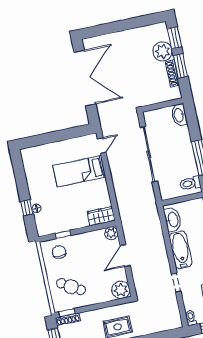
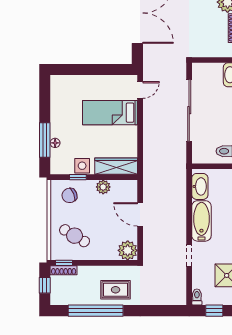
window: (27, 208) -> (45, 140), width x2.17
wardrobe: (101, 216) -> (116, 166), width x1.50
side table: (65, 223) -> (82, 166), added
plant: (111, 233) -> (103, 187), moved
chair: (59, 252) -> (69, 195), turned -111
door: (125, 256) -> (140, 214), hinge flipped

